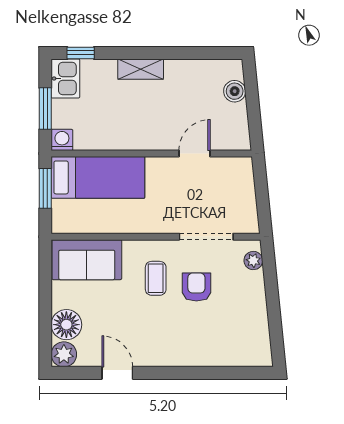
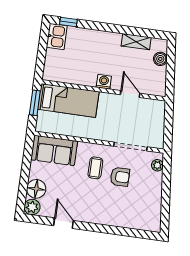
shelving: (141, 69) -> (136, 42), moved
window: (45, 109) -> (42, 53), removed
washing machine: (62, 140) -> (104, 82), moved
door: (194, 154) -> (130, 94), hinge flipped
armchair: (196, 287) -> (120, 177), turned 90

